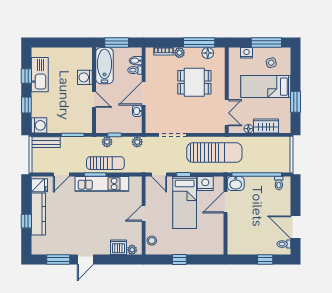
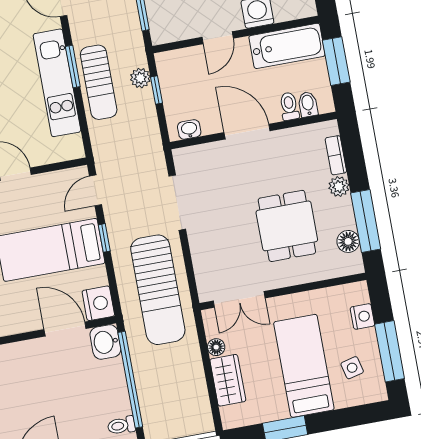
washbasin: (137, 111) -> (189, 129), moved
plant: (137, 142) -> (151, 136), removed
nightstand: (205, 183) -> (98, 303), moved

